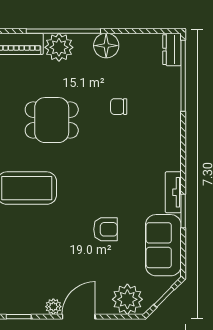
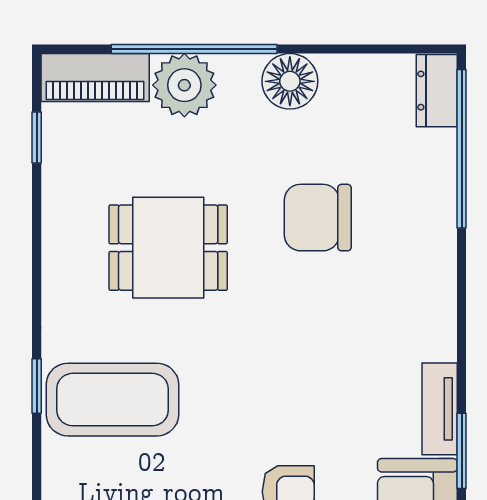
chair: (119, 107) -> (318, 218), width x1.87, depth x1.87

